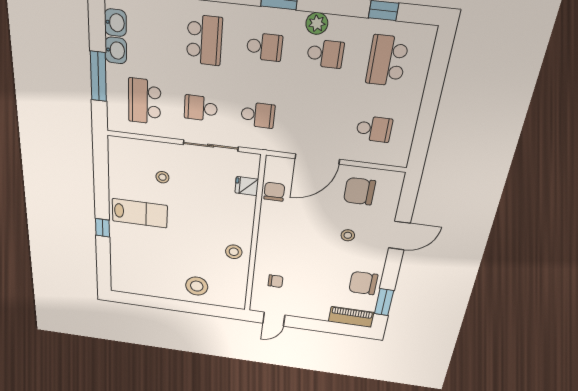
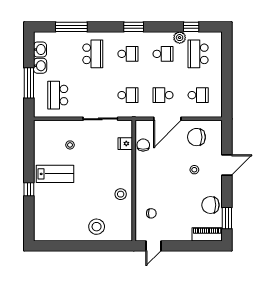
plant: (317, 23) -> (180, 38), moved
school desk: (201, 108) -> (163, 95), moved

